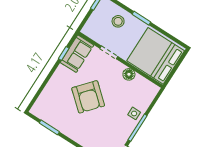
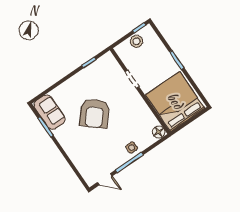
stool: (118, 21) -> (136, 41), moved
sofa: (77, 54) -> (50, 112), moved, turned -90
floor lamp: (129, 74) -> (159, 132), moved

